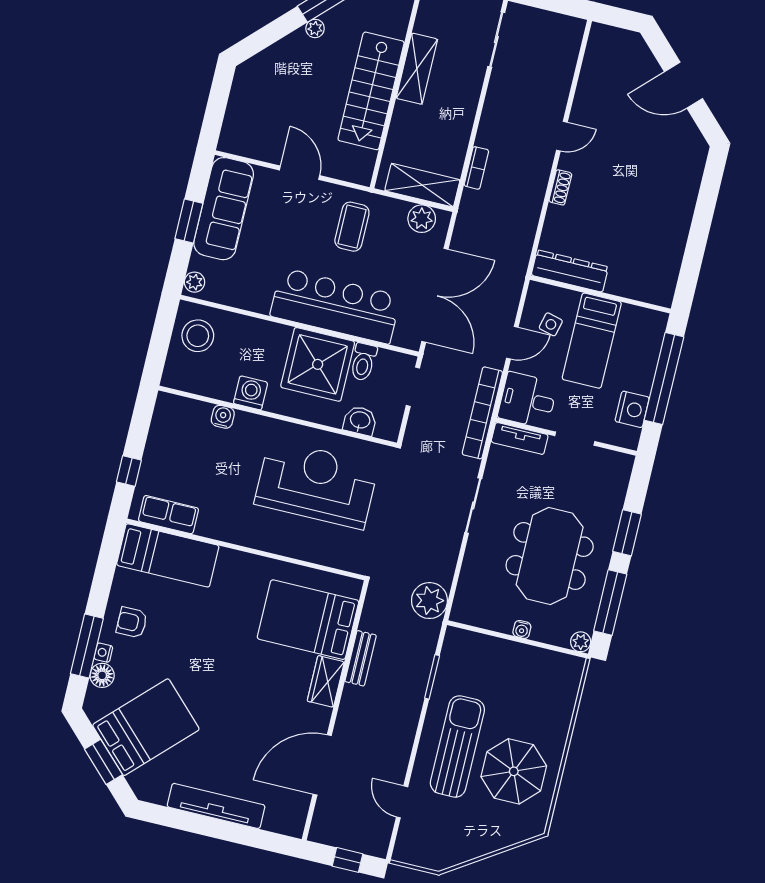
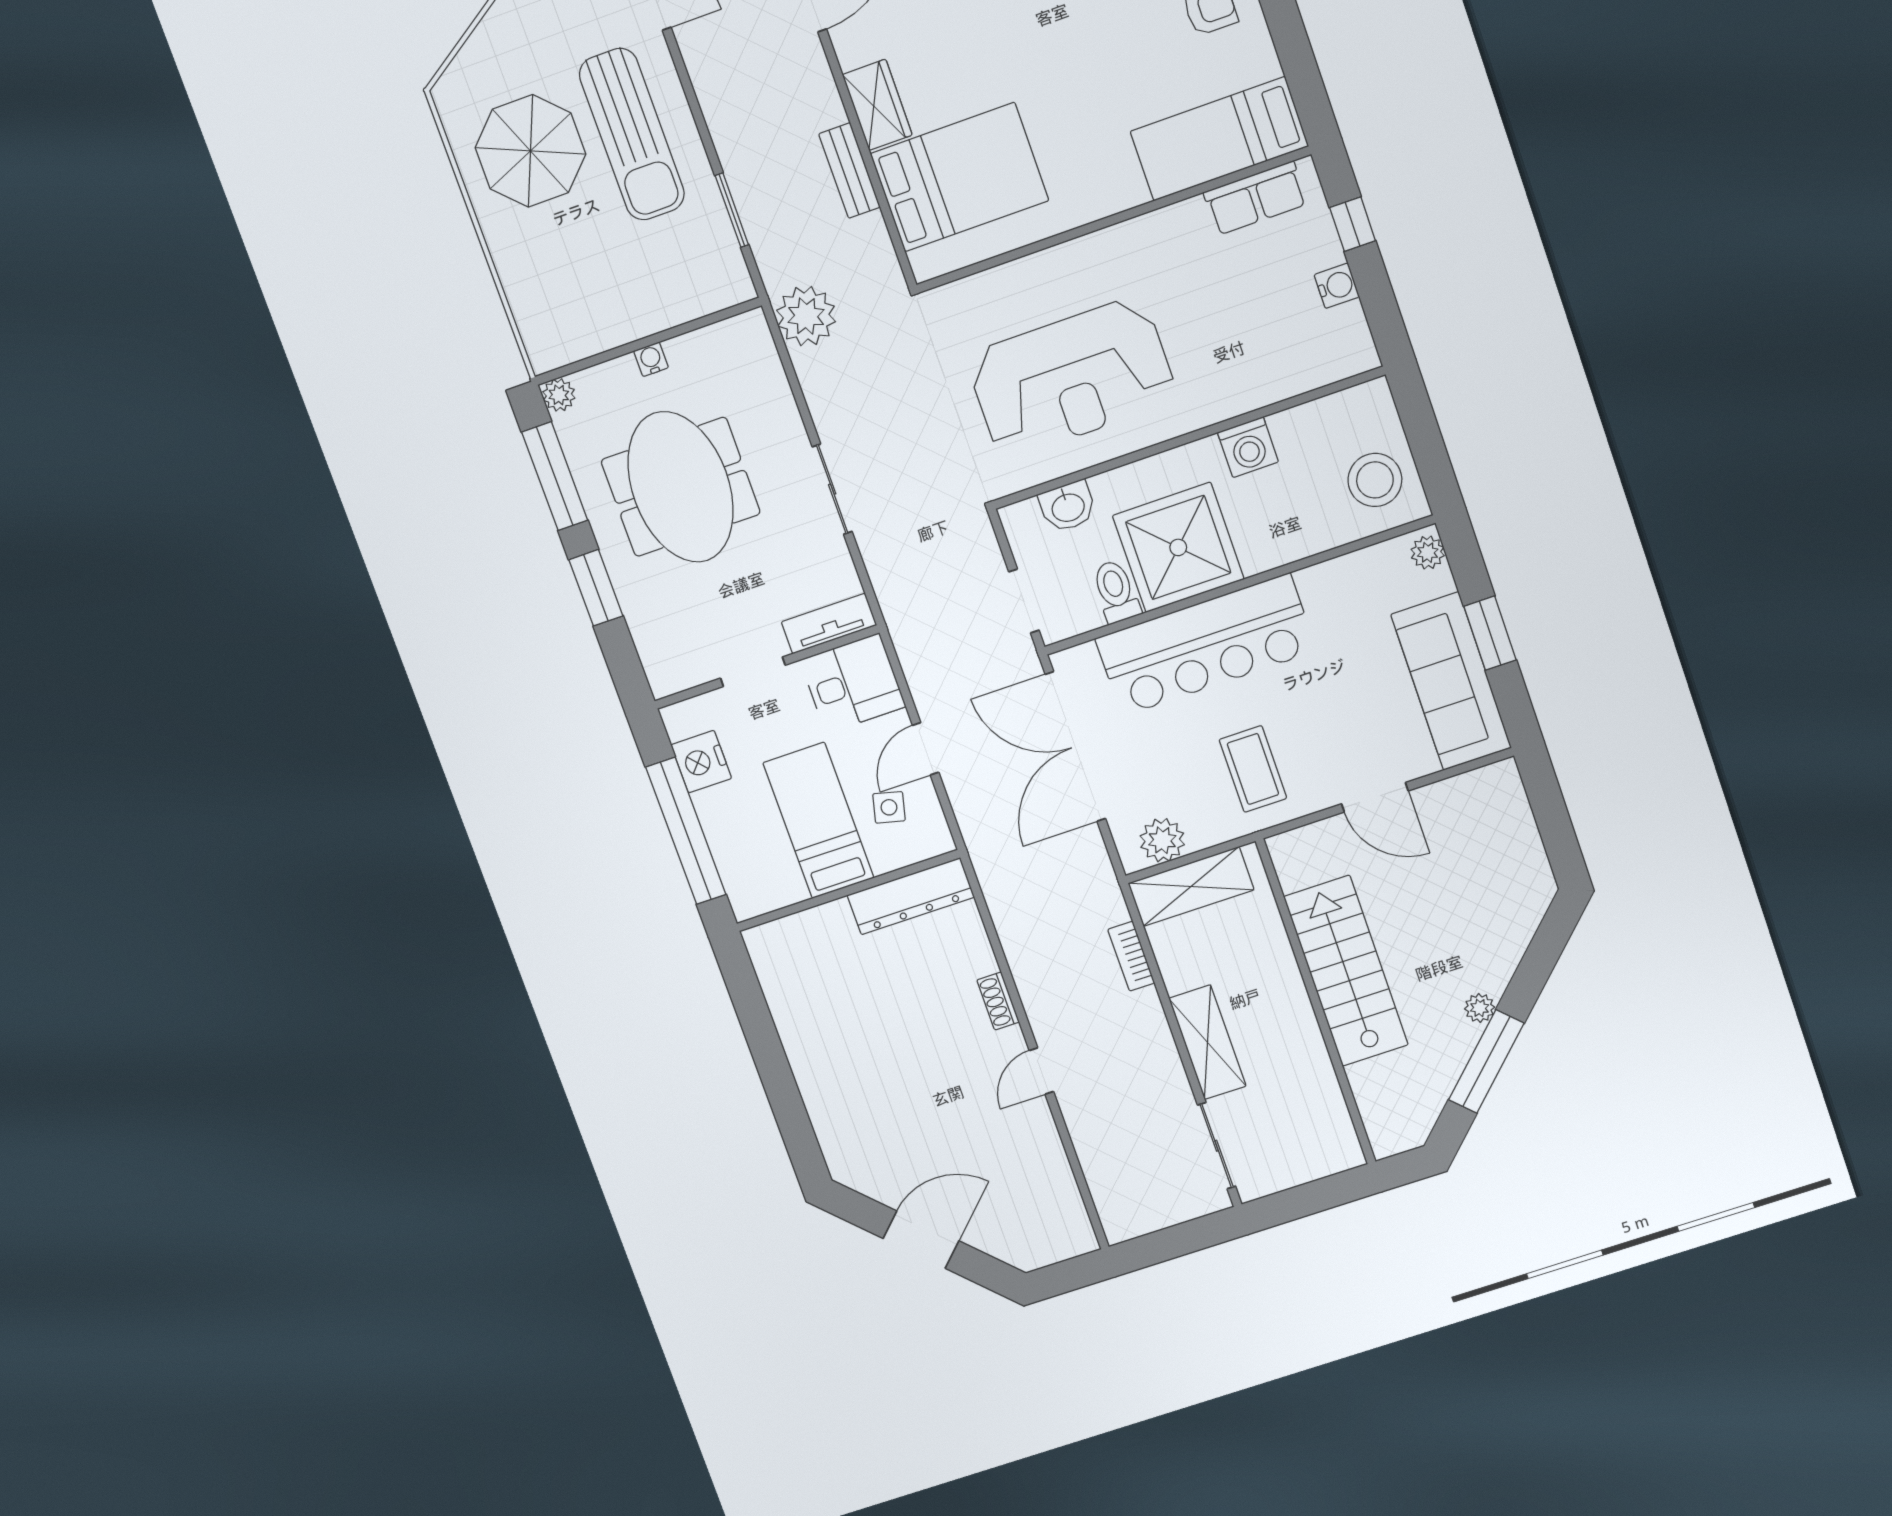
shelving: (417, 69) -> (1207, 1042), moved
bookcase: (482, 413) -> (904, 626), removed
water cooler: (223, 417) -> (1337, 286), moved, turned -90

